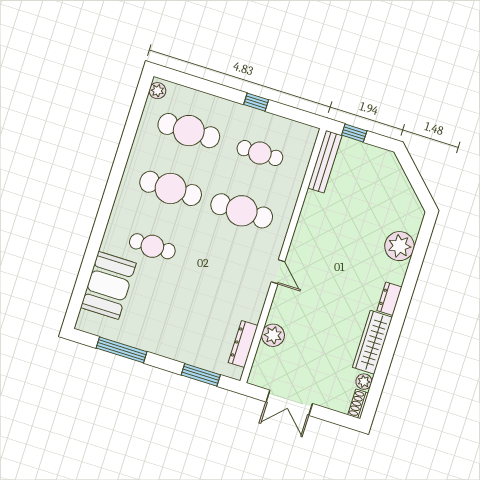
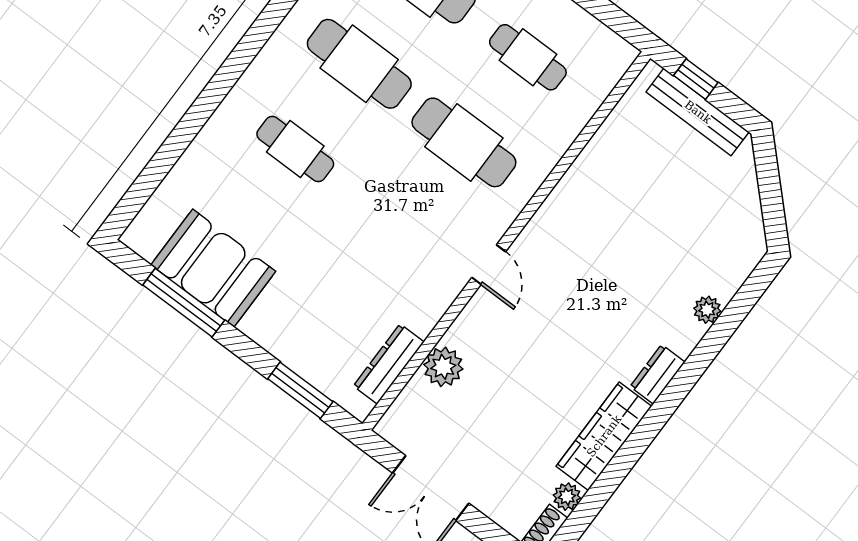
bench: (325, 162) -> (698, 112), moved, turned 90
plant: (399, 246) -> (707, 310), width x0.53, depth x0.53
booth: (108, 285) -> (213, 268), moved, turned 90

